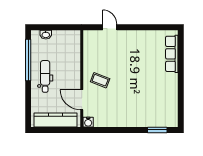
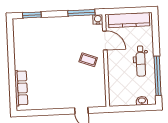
window: (105, 130) -> (81, 13), added

